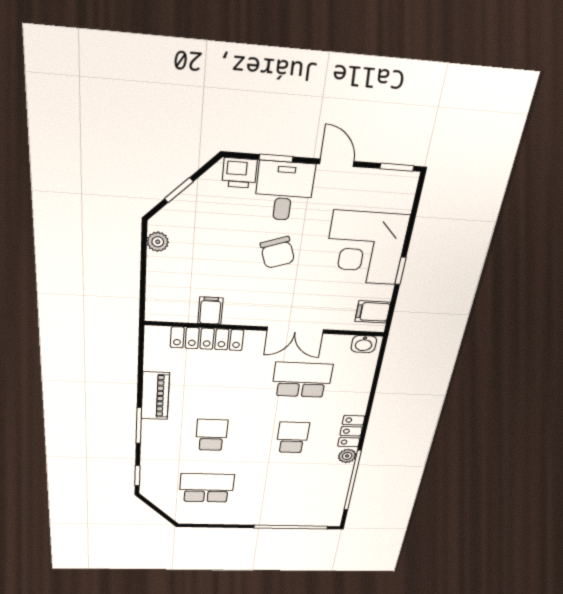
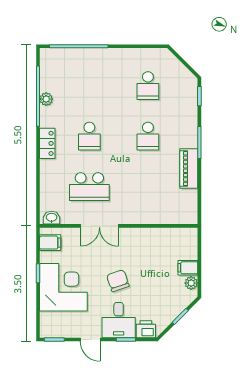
filing cabinet: (210, 311) -> (188, 268), moved, turned 90
double door: (295, 330) -> (99, 226), swing flipped
locker: (207, 339) -> (157, 216), removed
plant: (347, 456) -> (46, 99), moved
school desk: (207, 488) -> (148, 86), width x0.54

